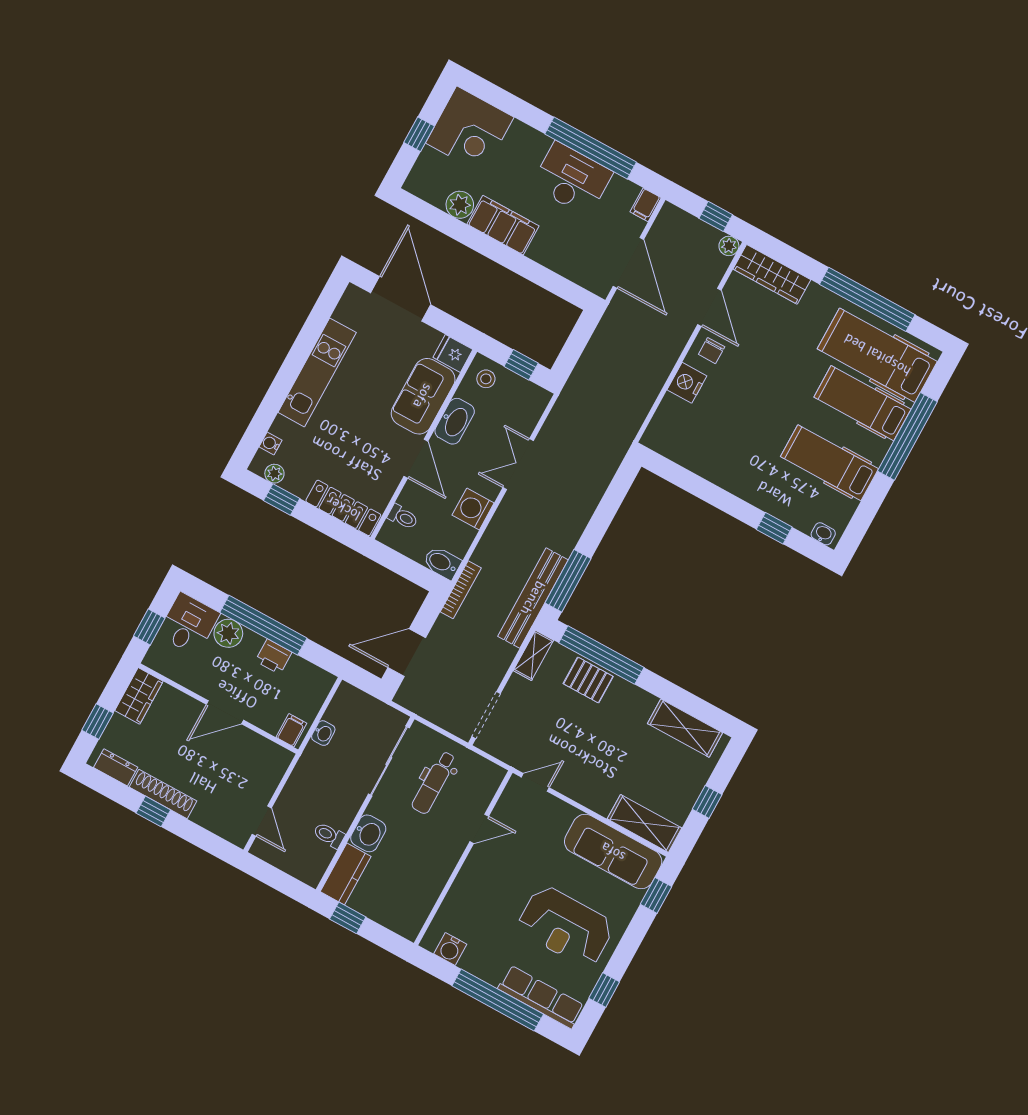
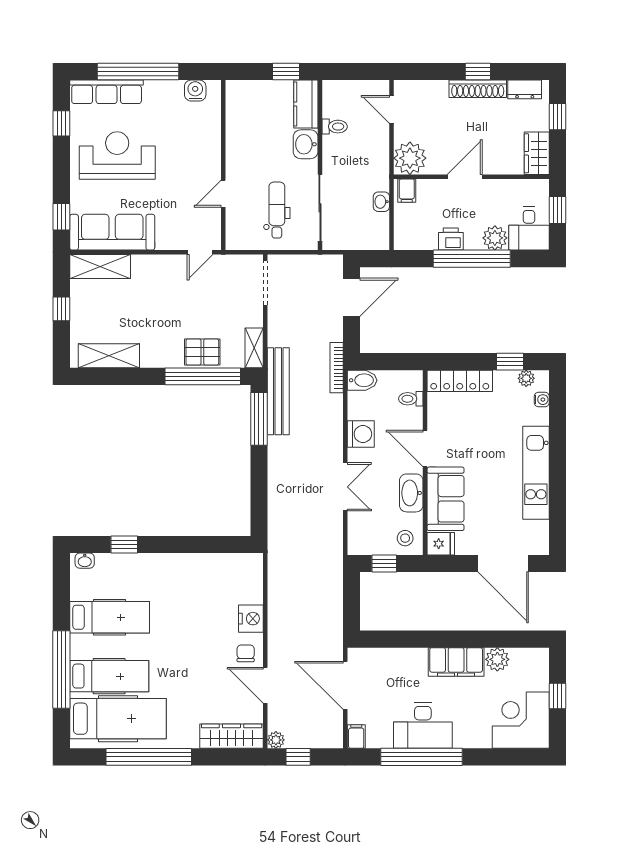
plant: (270, 761) -> (410, 158), added

